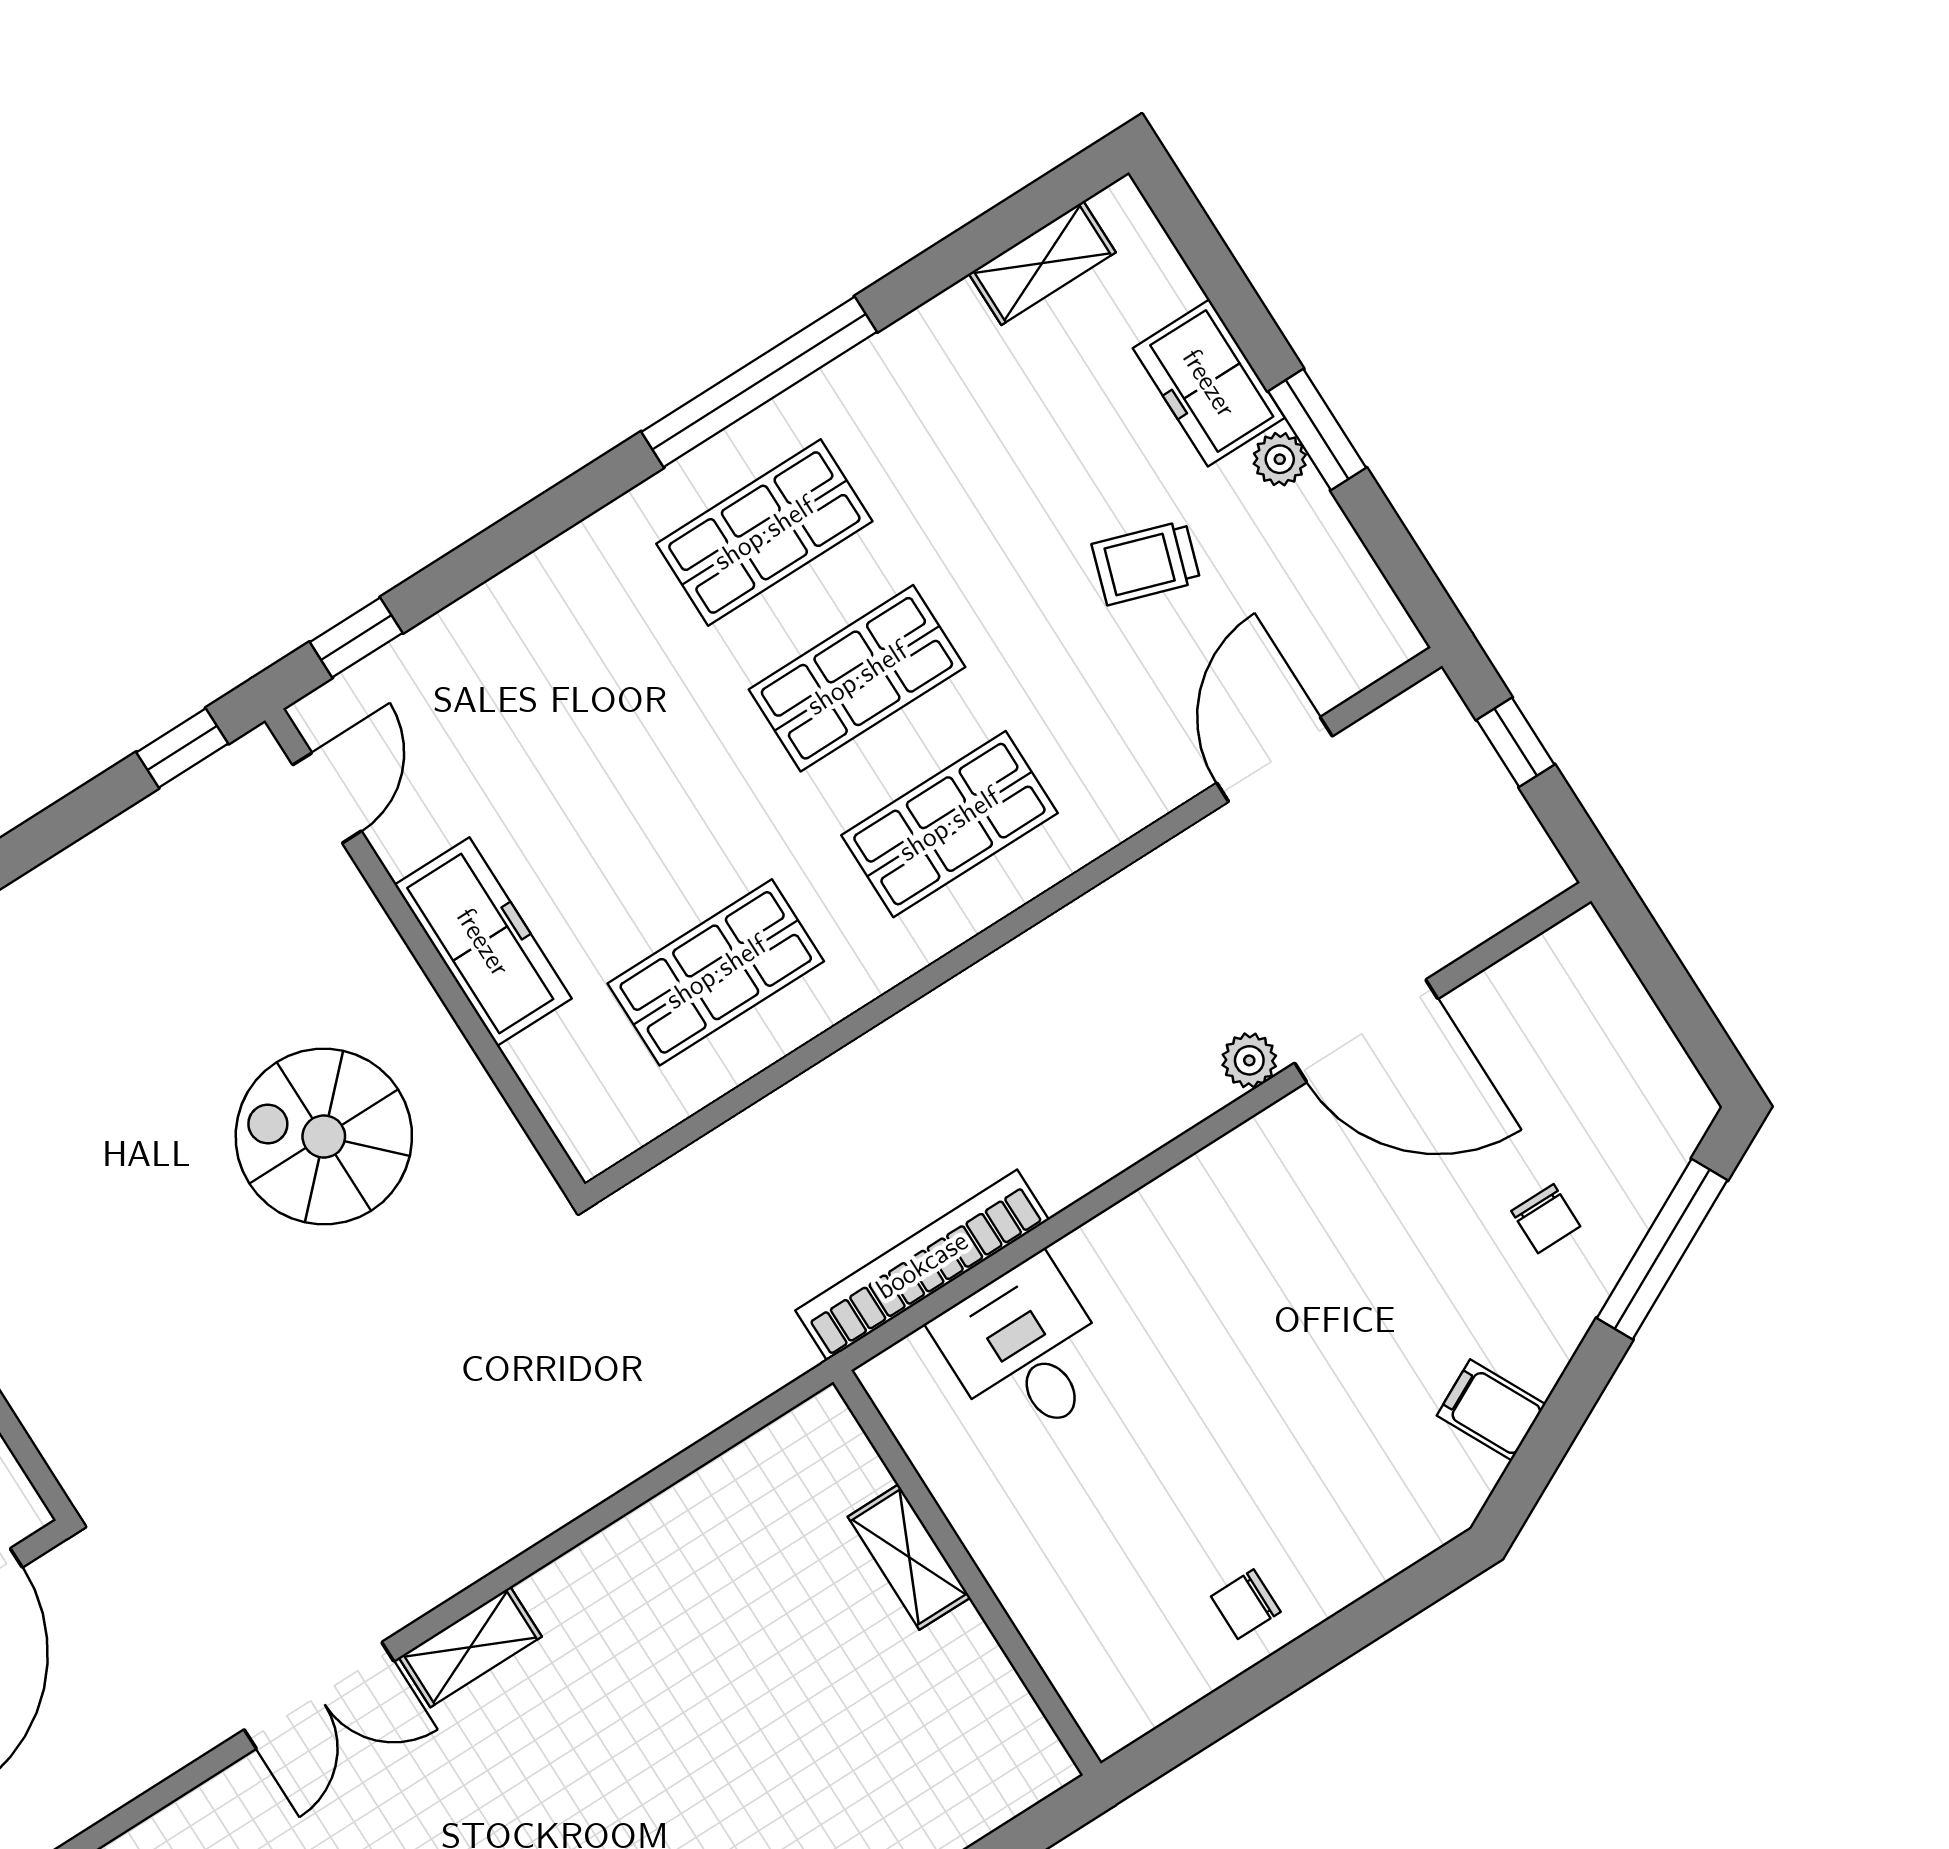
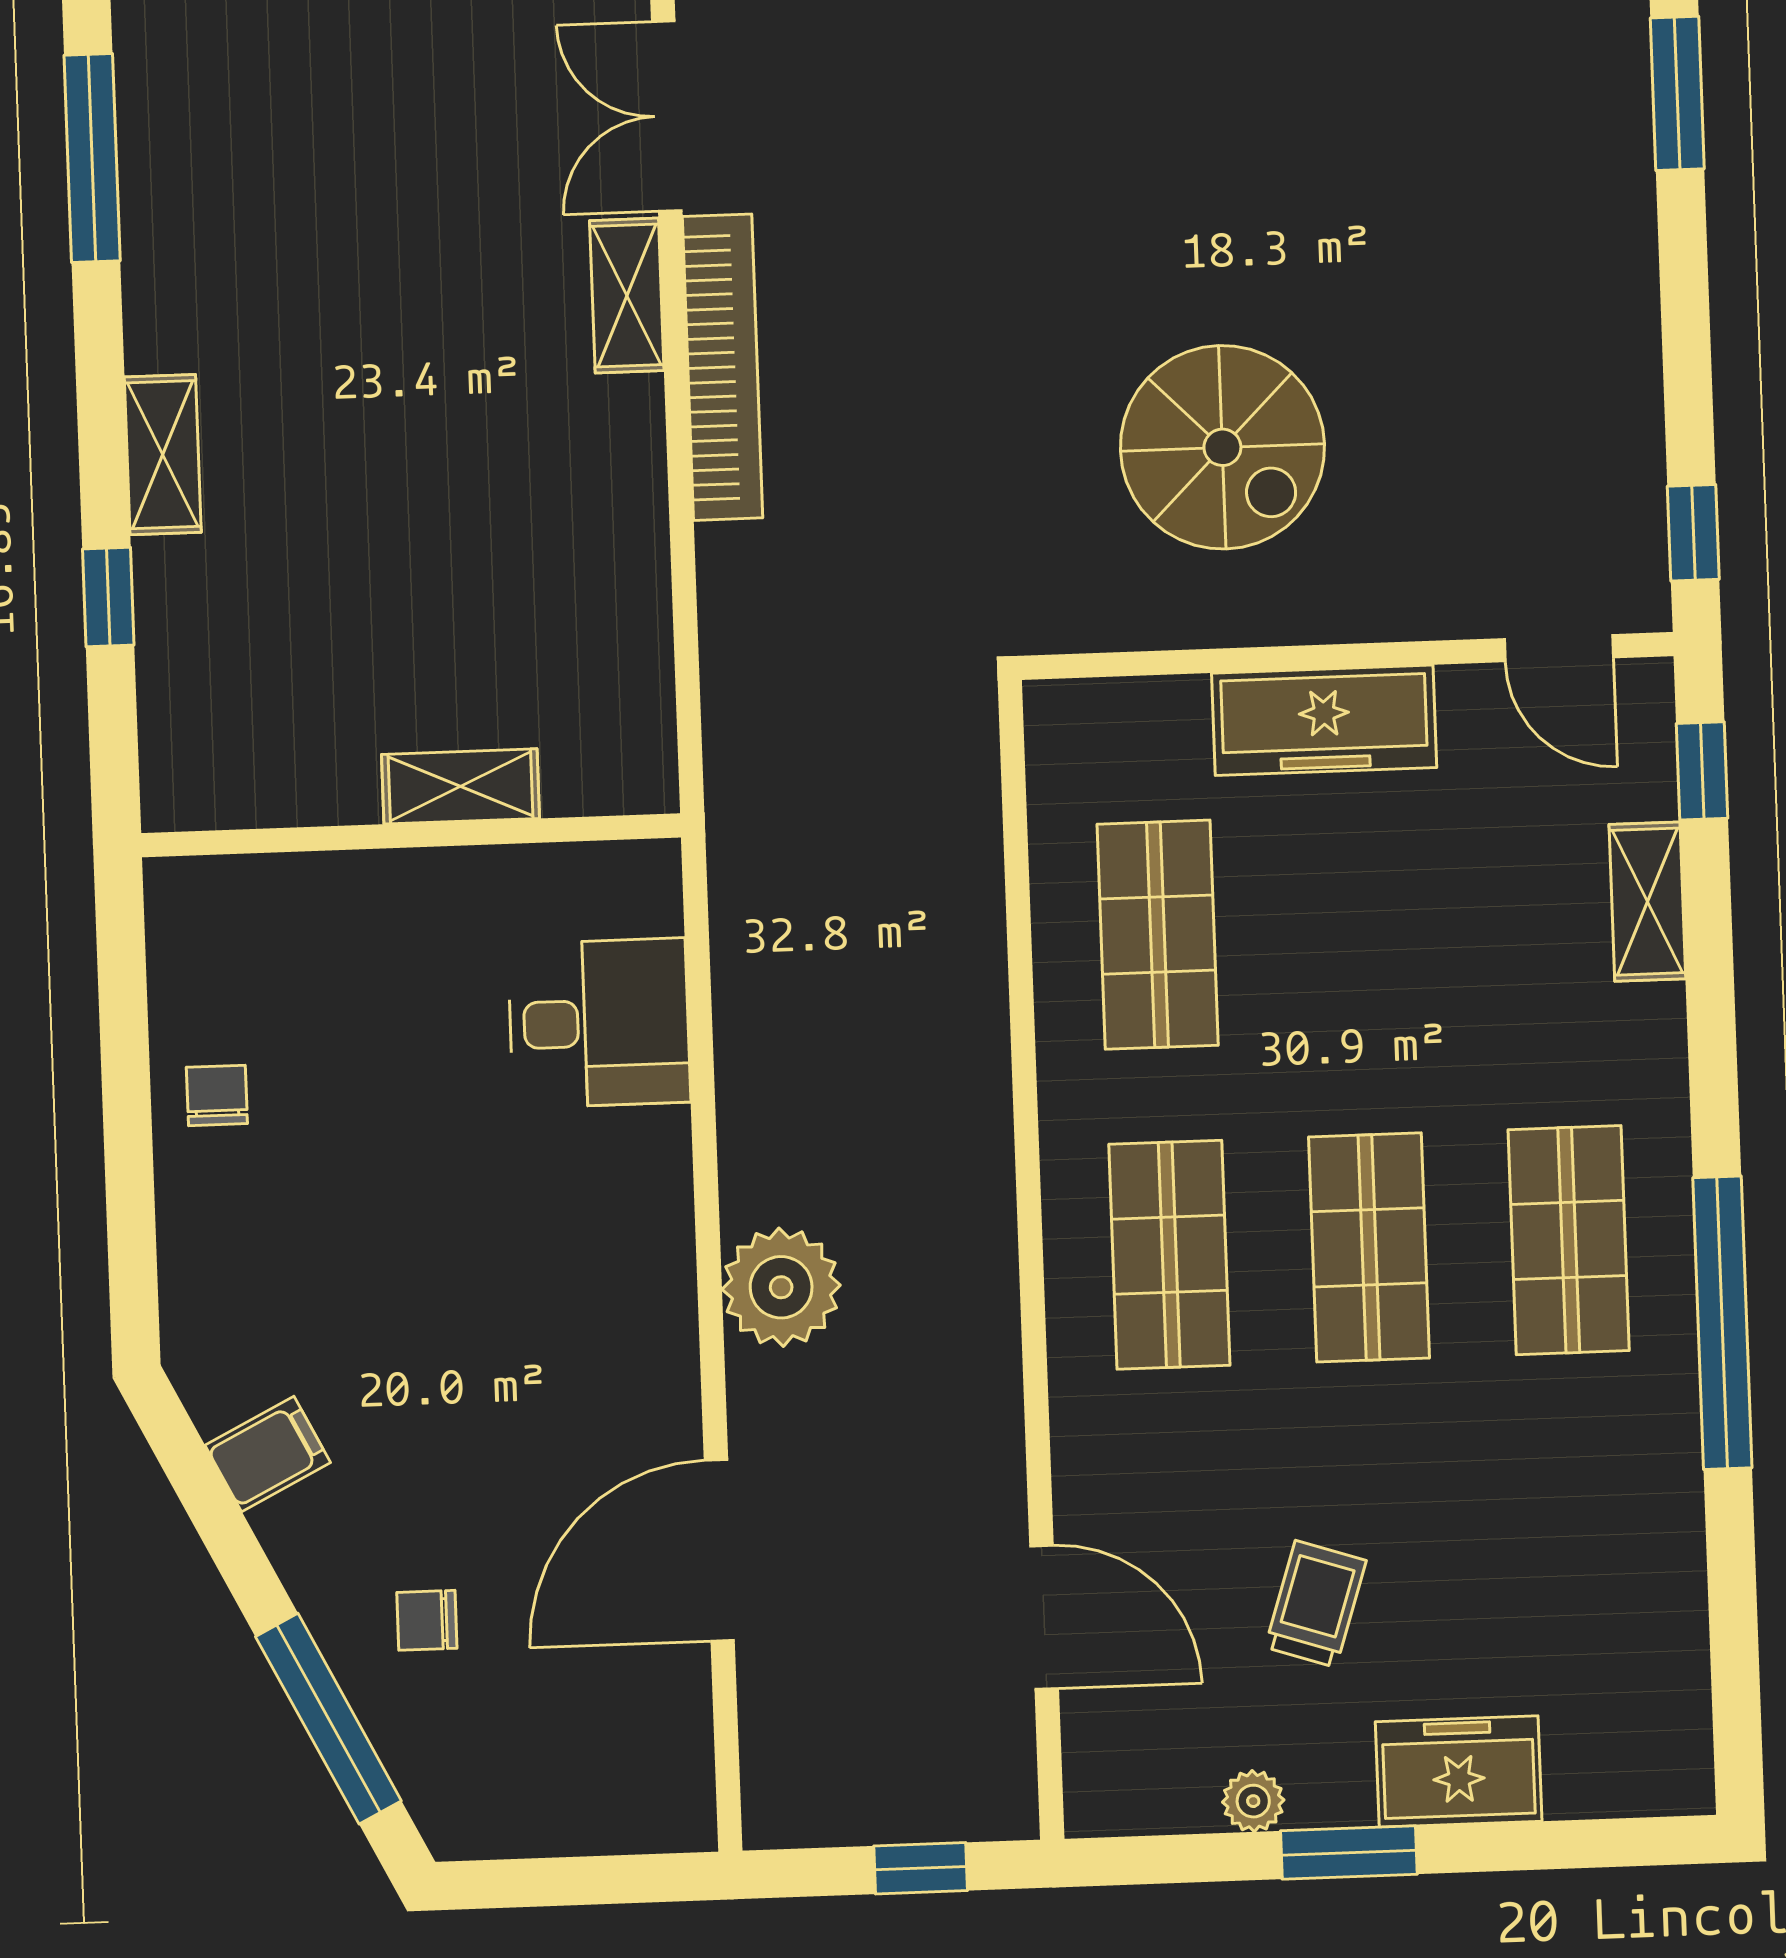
shelving: (1042, 263) -> (1647, 902), moved
plant: (1280, 459) -> (1253, 1801), moved
plant: (1249, 1060) -> (781, 1287), moved, width x1.87, depth x1.87
spiral stairs: (324, 1136) -> (1222, 447), turned 90
bookcase: (922, 1265) -> (723, 367), moved

